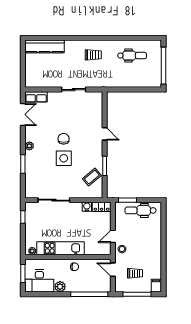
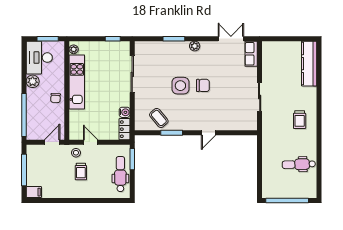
dental chair: (132, 56) -> (299, 164), turned 88
double door: (23, 114) -> (231, 39), swing flipped
trolley: (135, 273) -> (81, 171), moved

